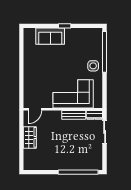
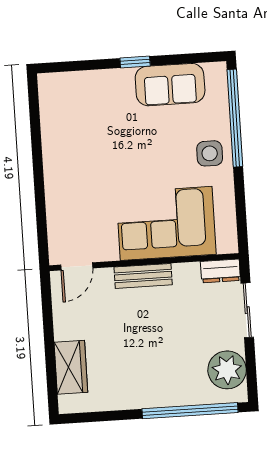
sofa: (50, 36) -> (170, 85), moved
bench: (74, 115) -> (143, 276), moved
wardrobe: (30, 137) -> (71, 367), moved
plant: (95, 156) -> (227, 370), added

